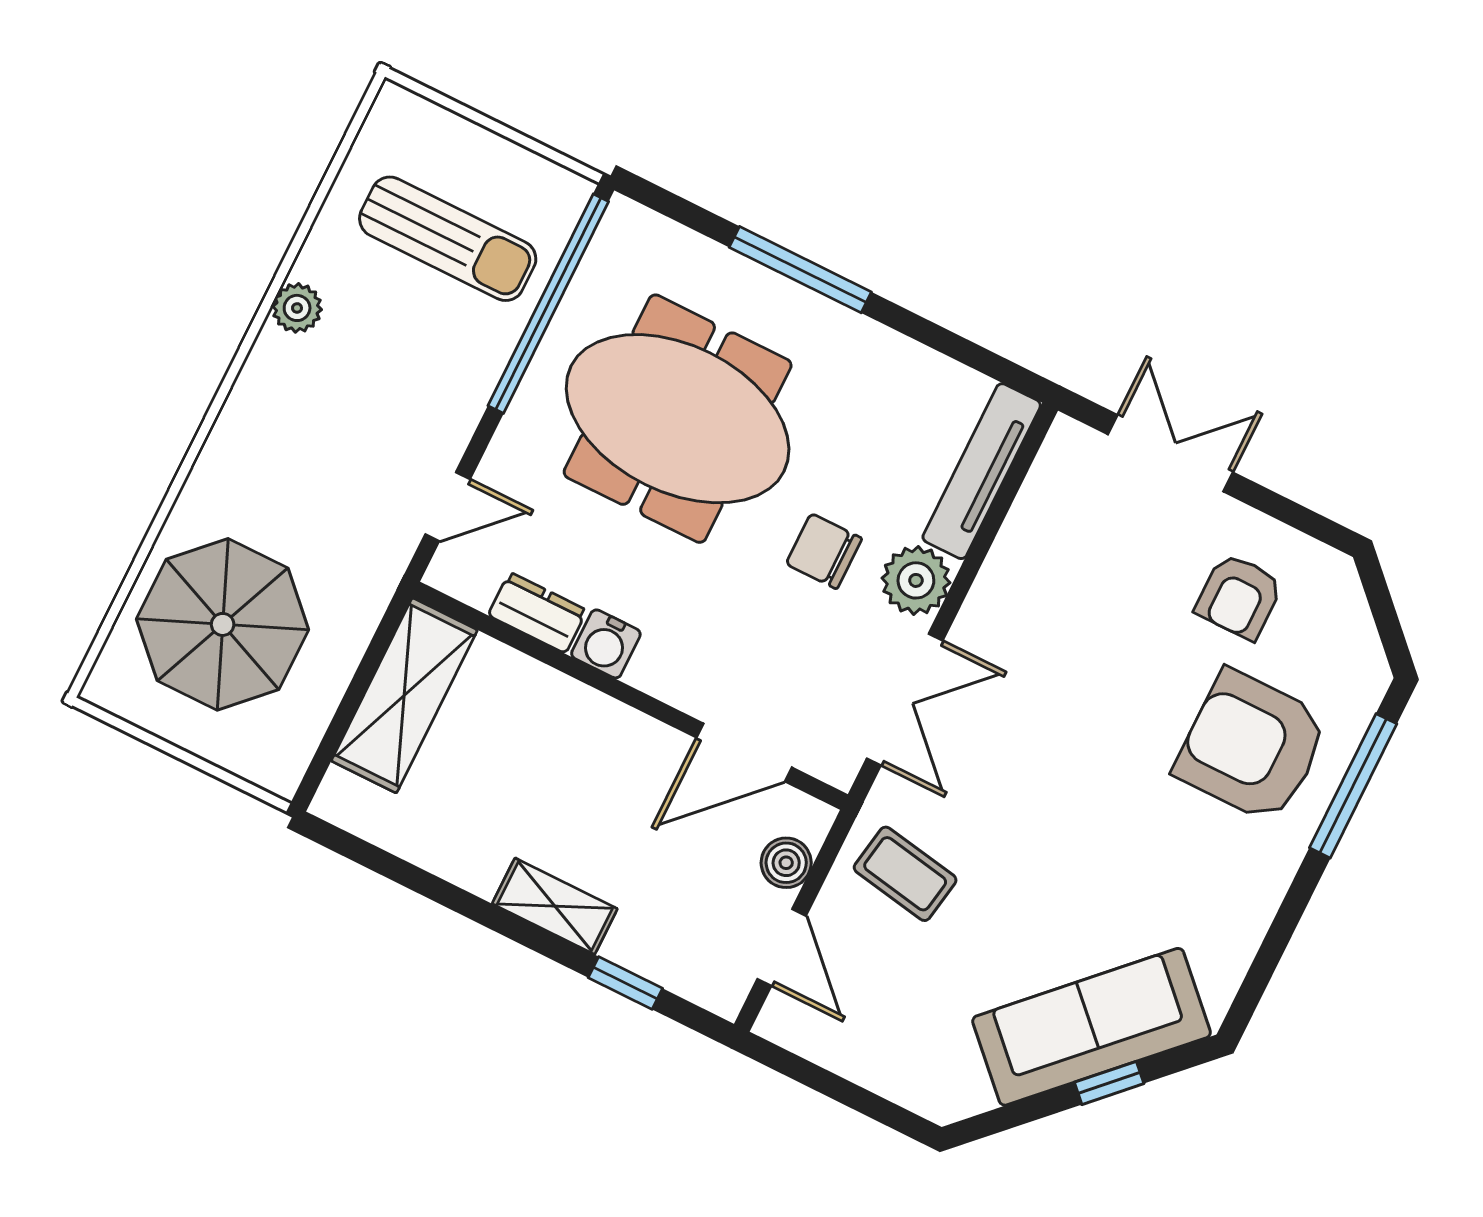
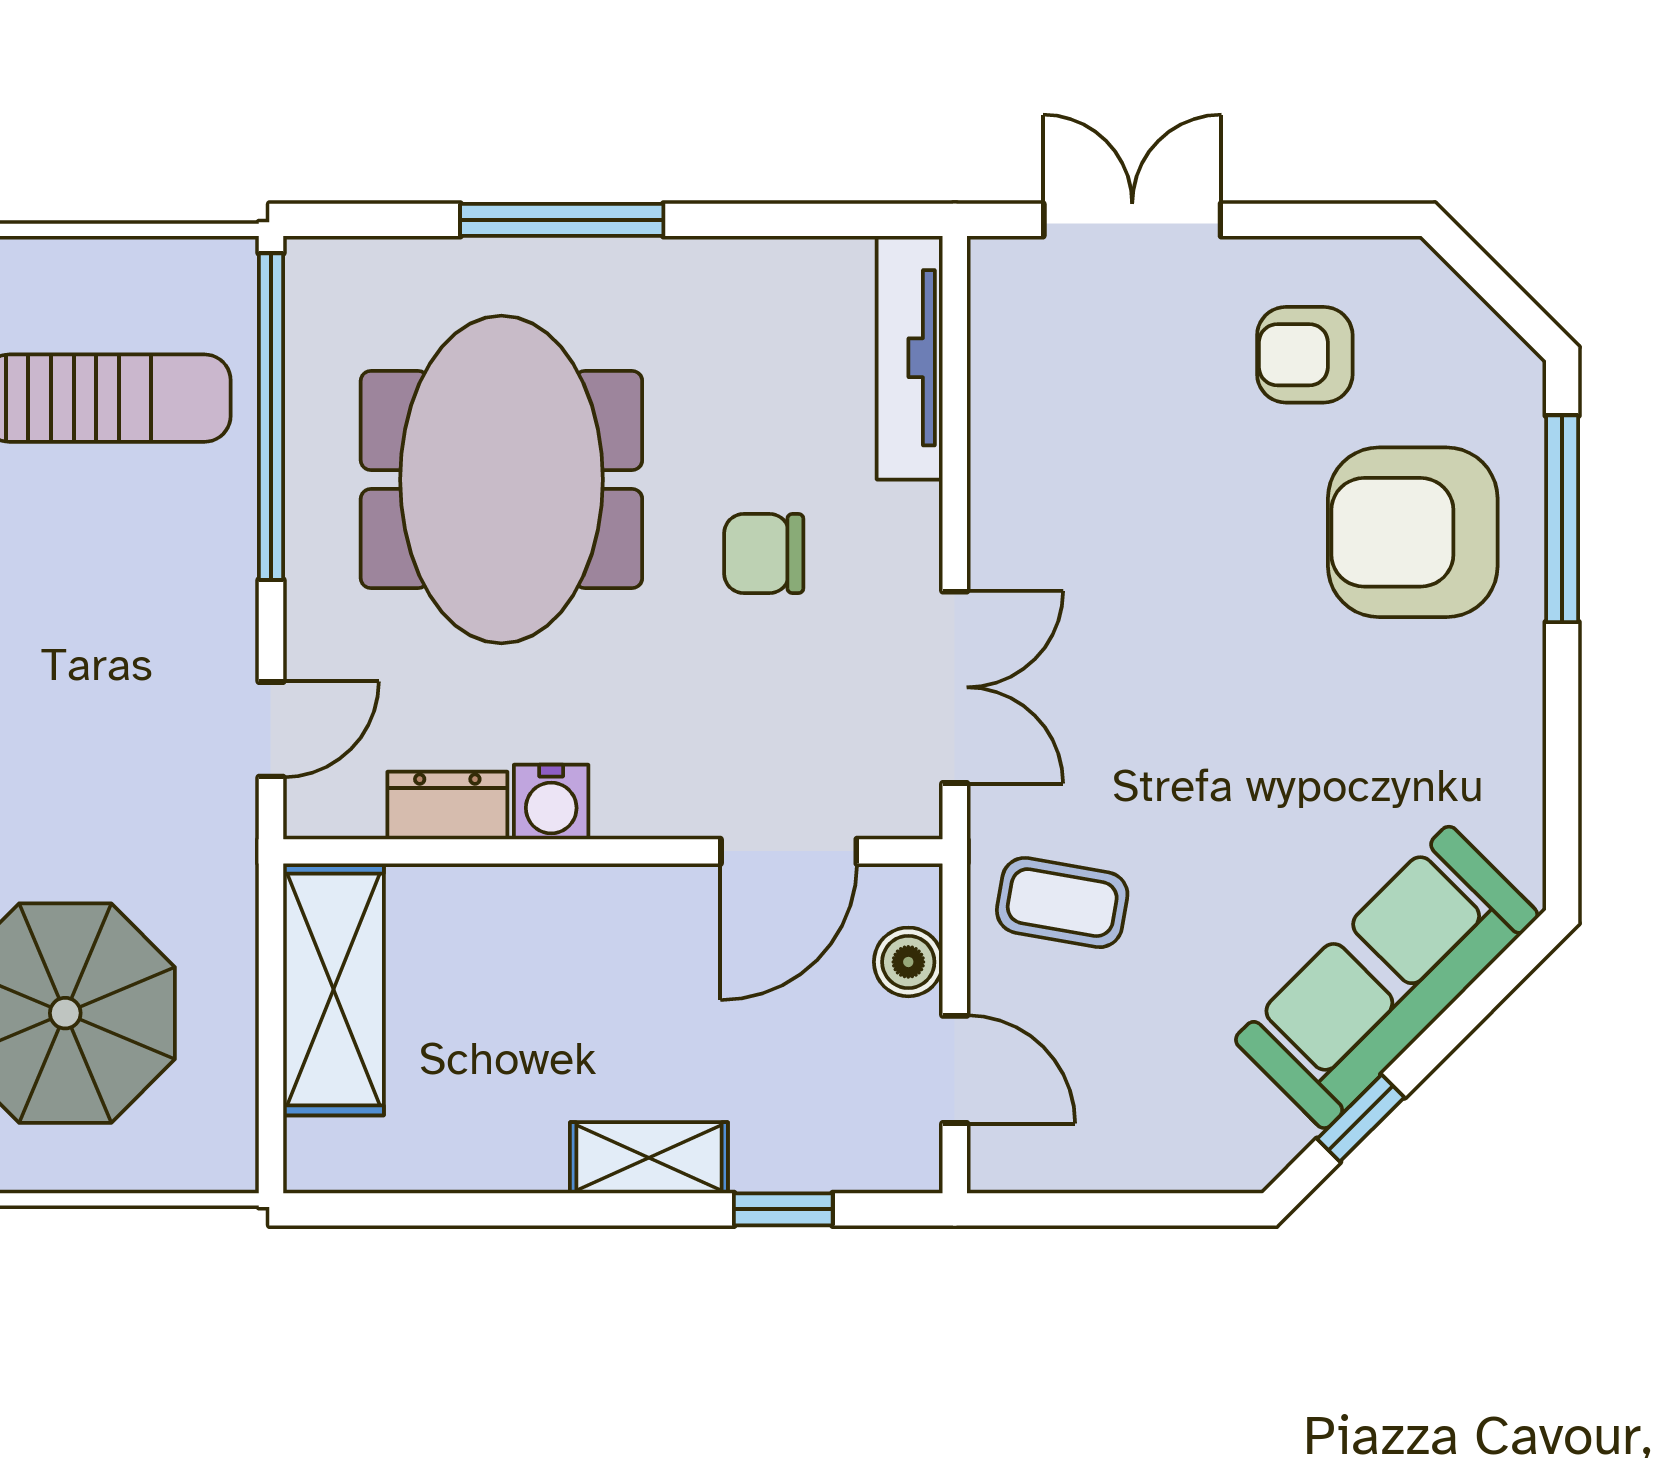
meeting table: (678, 419) -> (501, 480), turned 90
plant: (916, 580) -> (896, 533), removed
armchair: (1239, 596) -> (1305, 355), turned 90
window: (1109, 1083) -> (1361, 1118), moved

